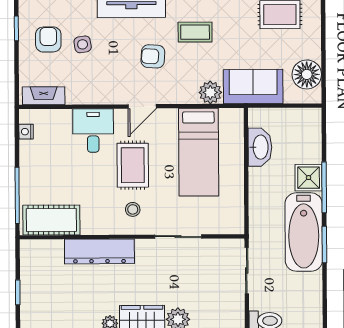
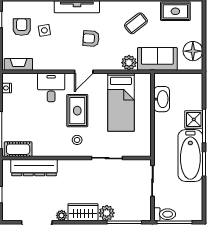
coffee table: (195, 32) -> (136, 23), moved, turned -38
cot: (51, 220) -> (18, 149), width x0.73, depth x0.75
dresser: (99, 251) -> (34, 168), moved

